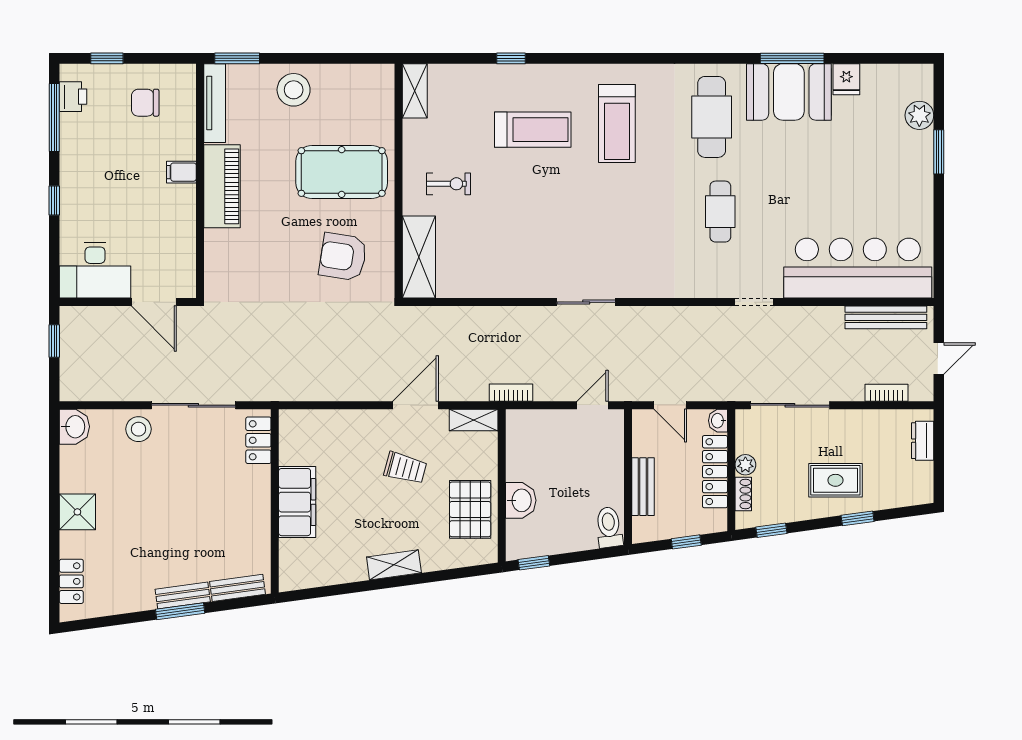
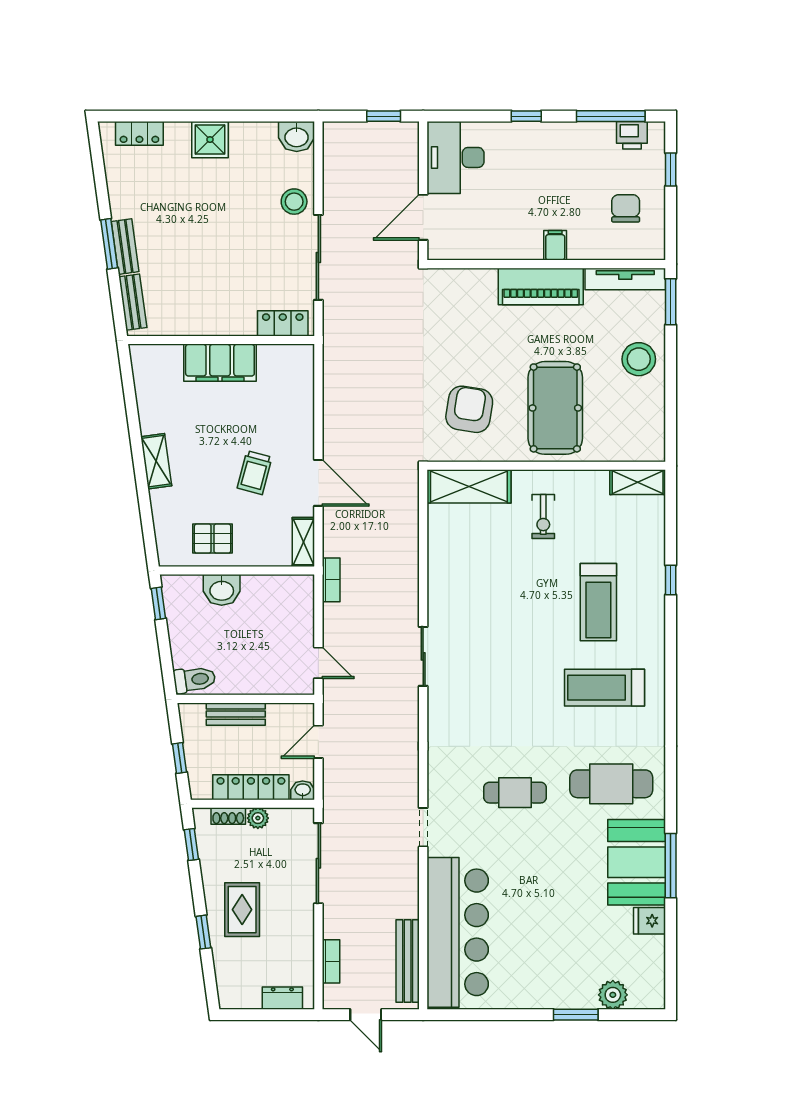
pallet: (470, 509) -> (213, 539), width x0.67, depth x0.71

